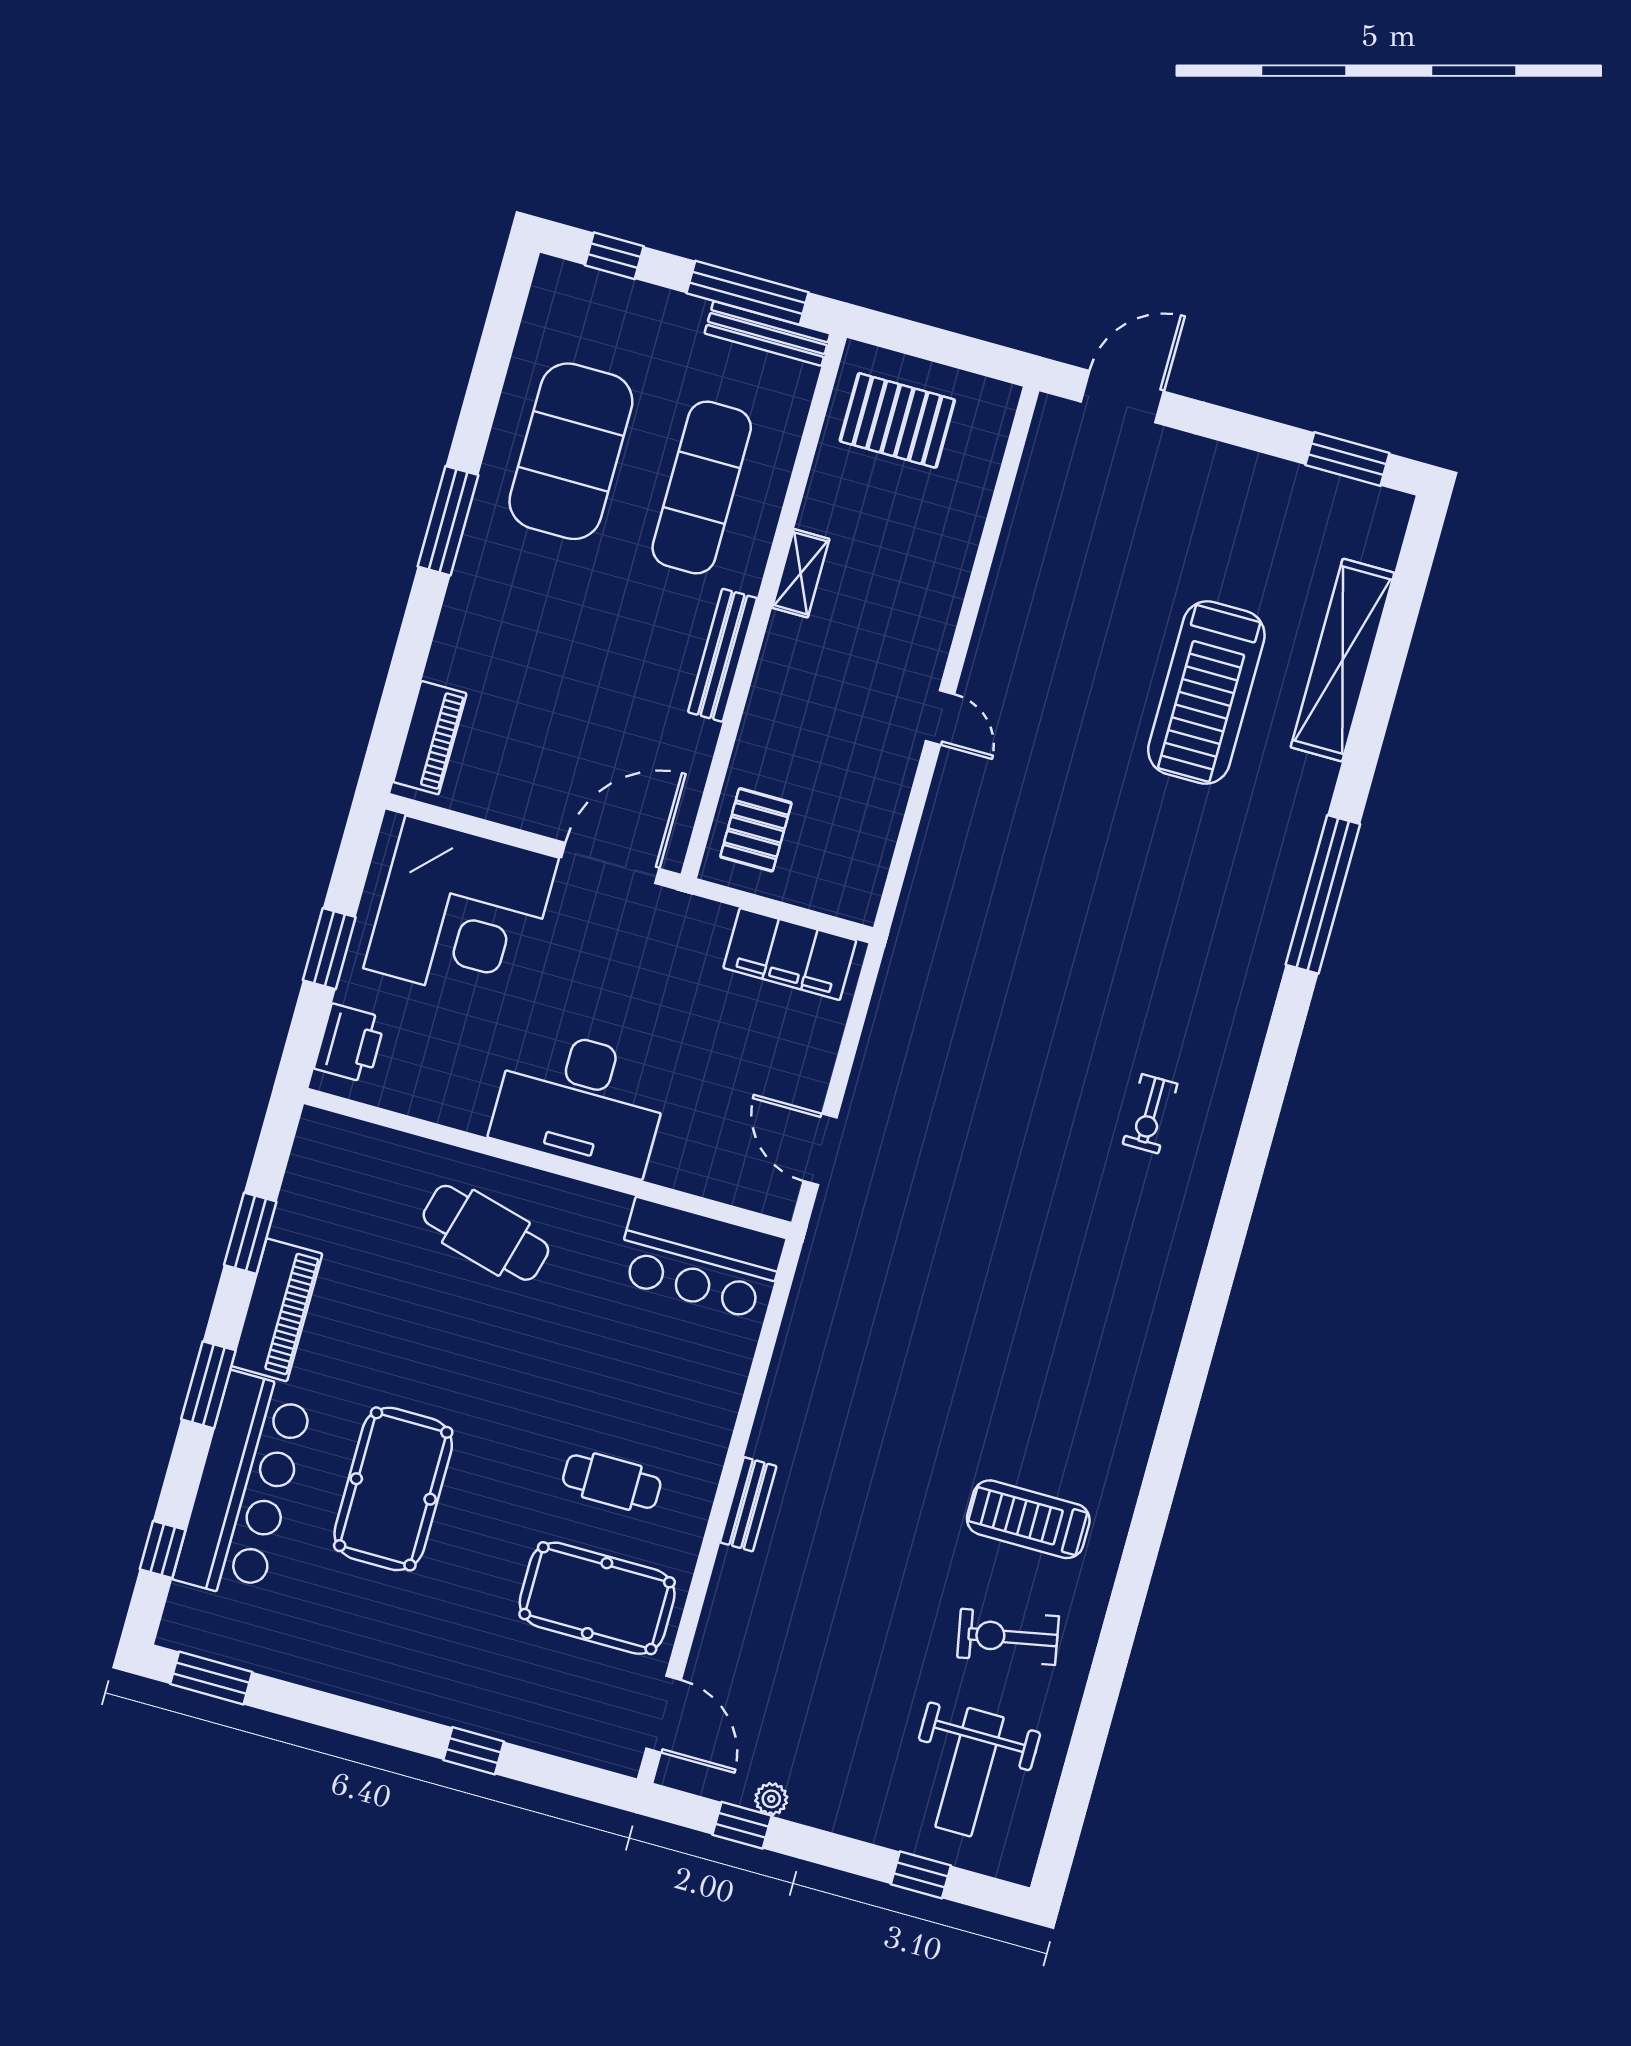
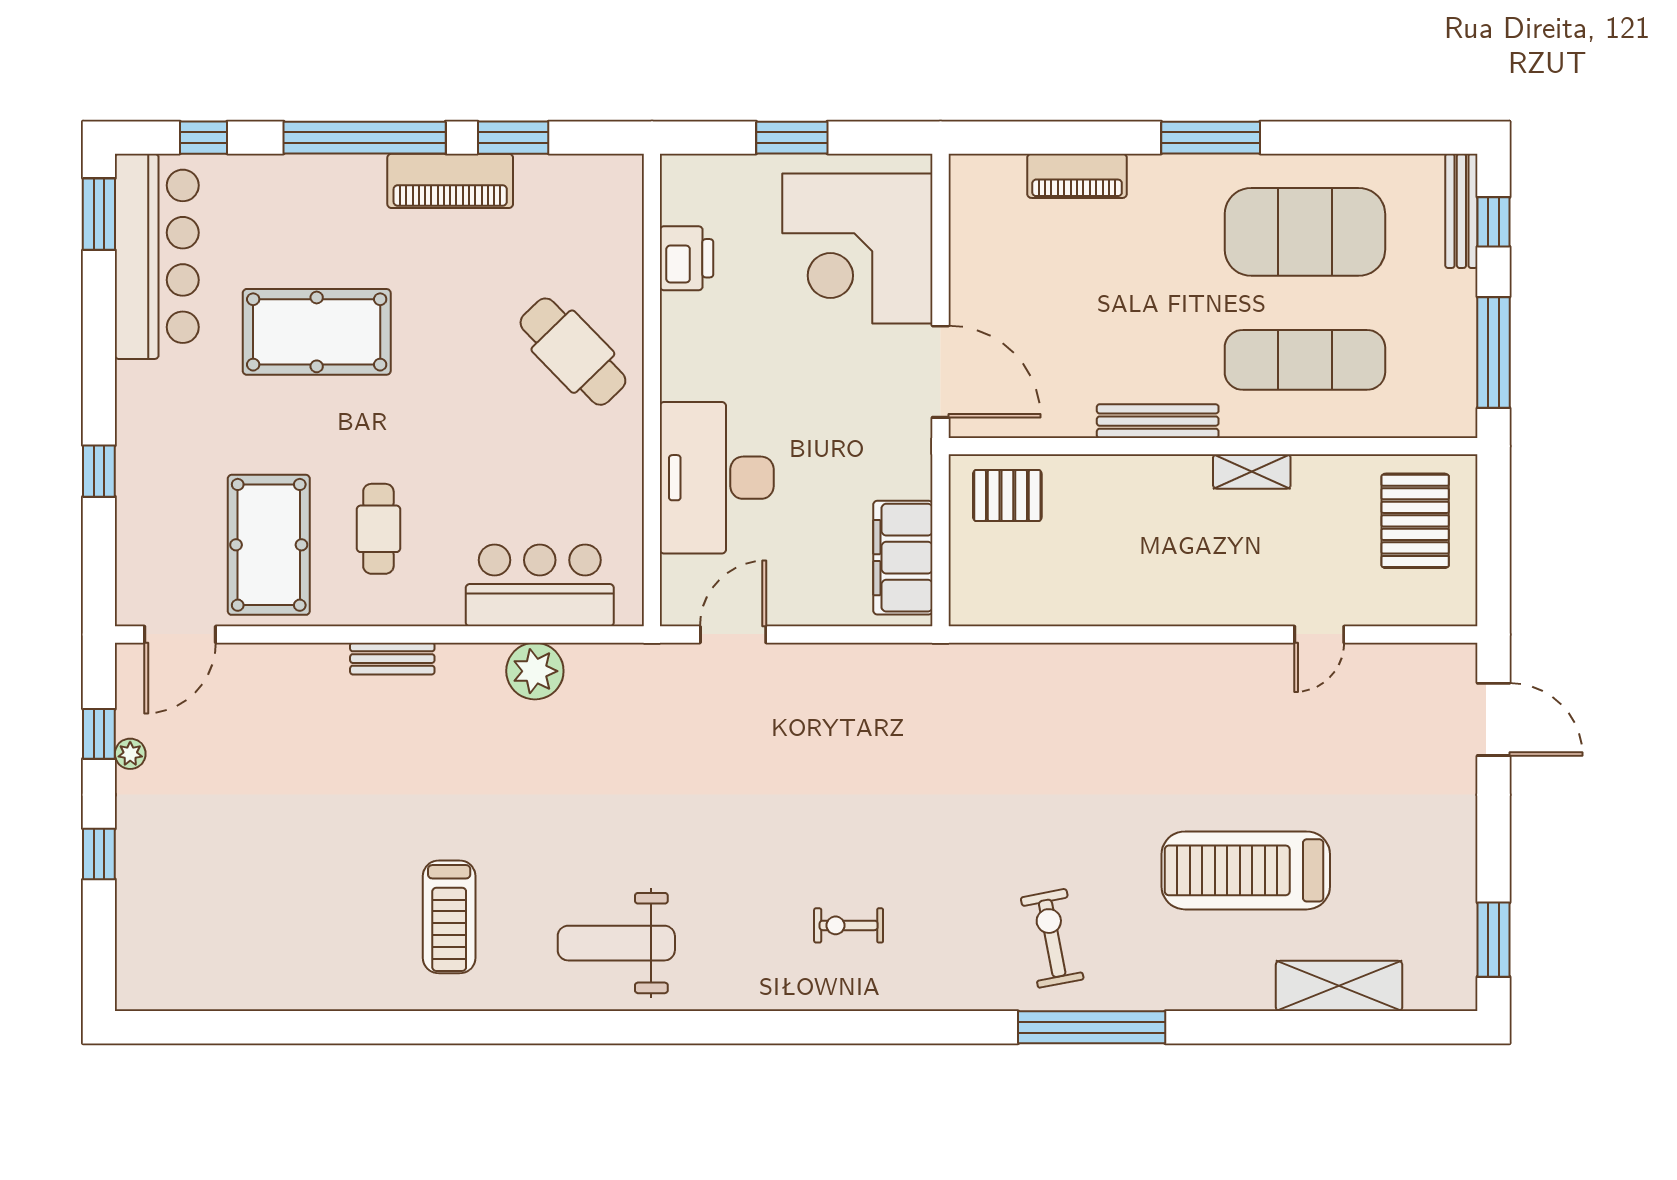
bench: (767, 334) -> (1461, 211), moved
shelving: (1343, 660) -> (1339, 986), width x0.68
door: (940, 717) -> (1319, 634), moved
piano: (430, 738) -> (1077, 176), moved
printer: (350, 1043) -> (687, 258), moved, turned -90
desk: (581, 1101) -> (717, 478), moved
cafe table: (486, 1233) -> (573, 352), turned -59
bar counter: (700, 1259) -> (540, 585), moved, turned 90
plant: (801, 1362) -> (535, 671), added
window: (208, 1385) -> (365, 138), width x2.11
bar counter: (244, 1486) -> (157, 256), moved, turned -90
treadmill: (1028, 1519) -> (449, 917), turned 180
exercise bike: (1008, 1637) -> (1052, 938), moved
weight bench: (970, 1772) -> (616, 943), moved
window: (921, 1875) -> (99, 854), moved

